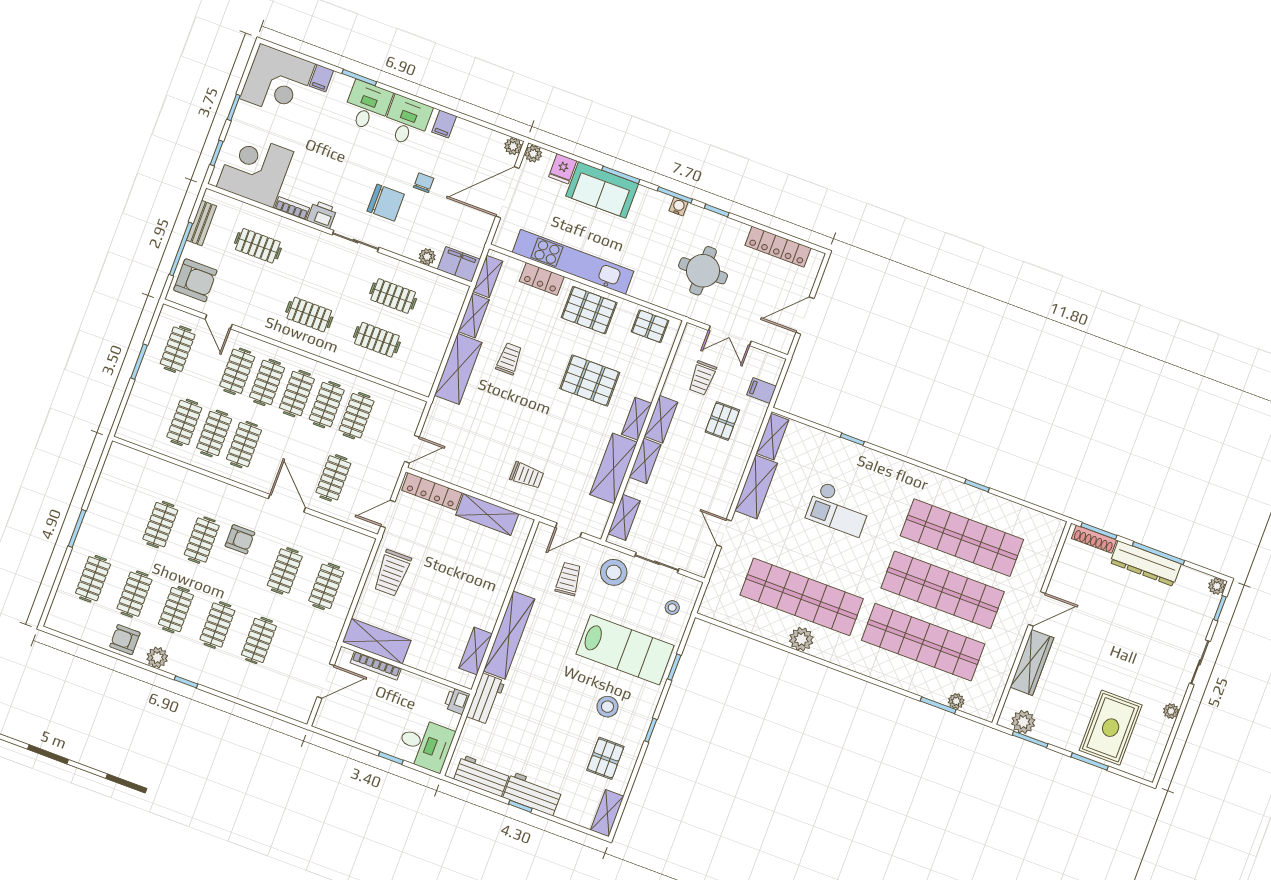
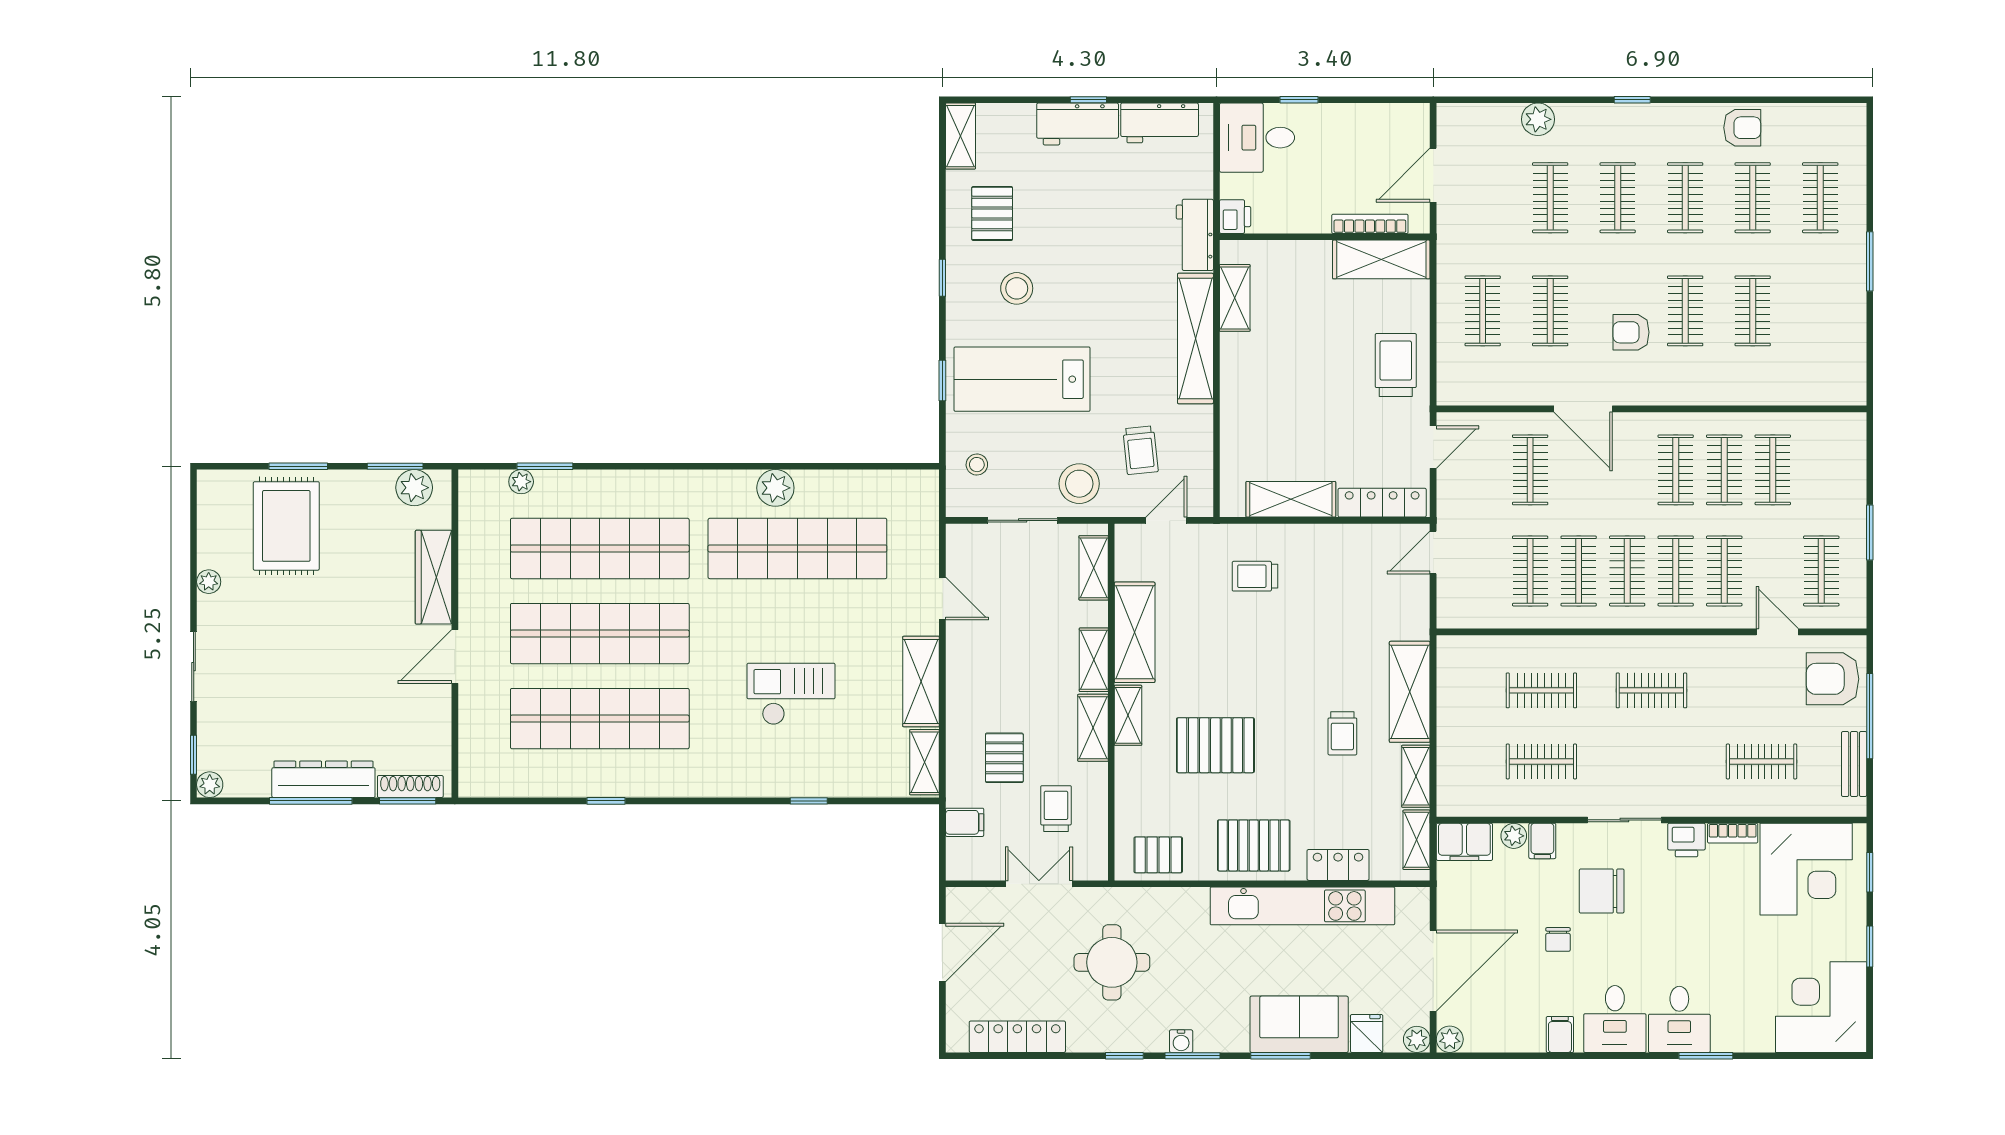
filing cabinet: (321, 78) -> (1542, 841), moved, turned 180
plant: (157, 657) -> (1538, 119), moved

